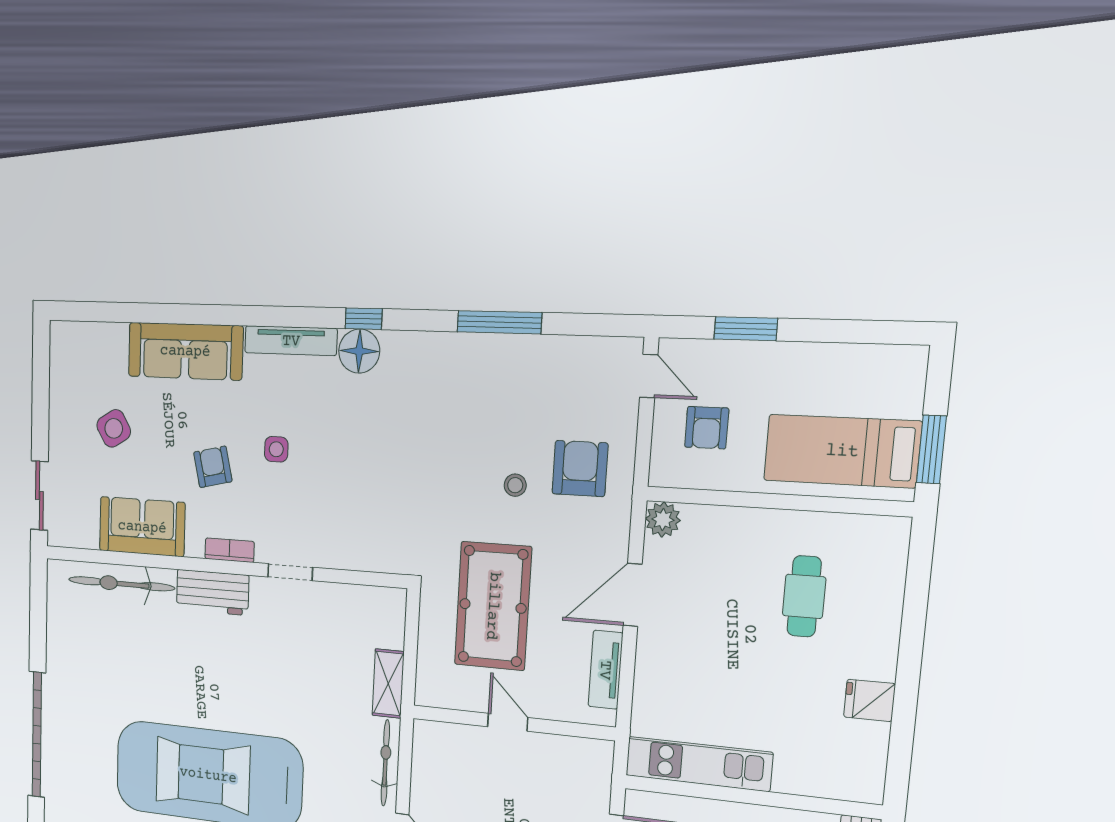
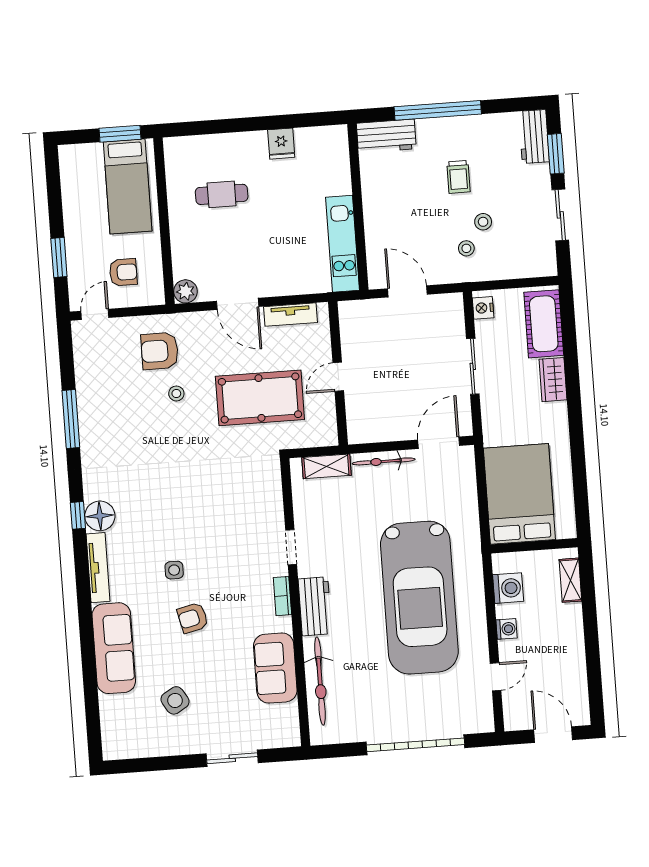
sofa: (142, 527) -> (275, 668), moved
bookcase: (230, 550) -> (282, 596), moved
wall: (220, 566) -> (295, 602), moved
doorway: (290, 572) -> (291, 547), moved
bicycle: (121, 584) -> (320, 681), moved
workbench: (212, 592) -> (315, 606), moved

